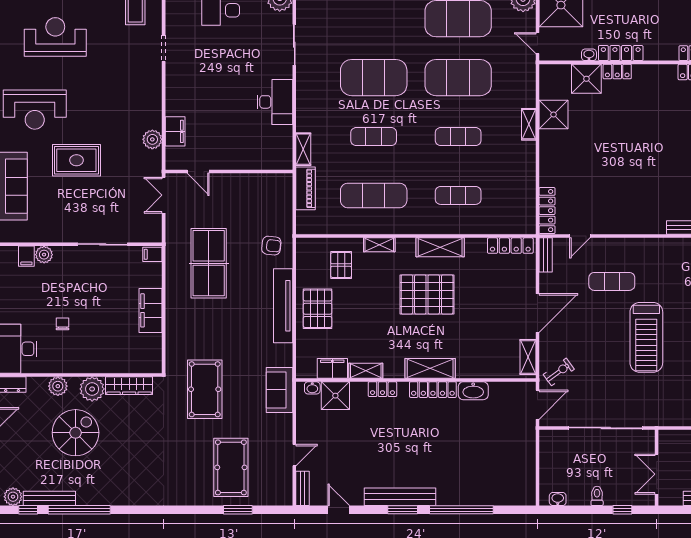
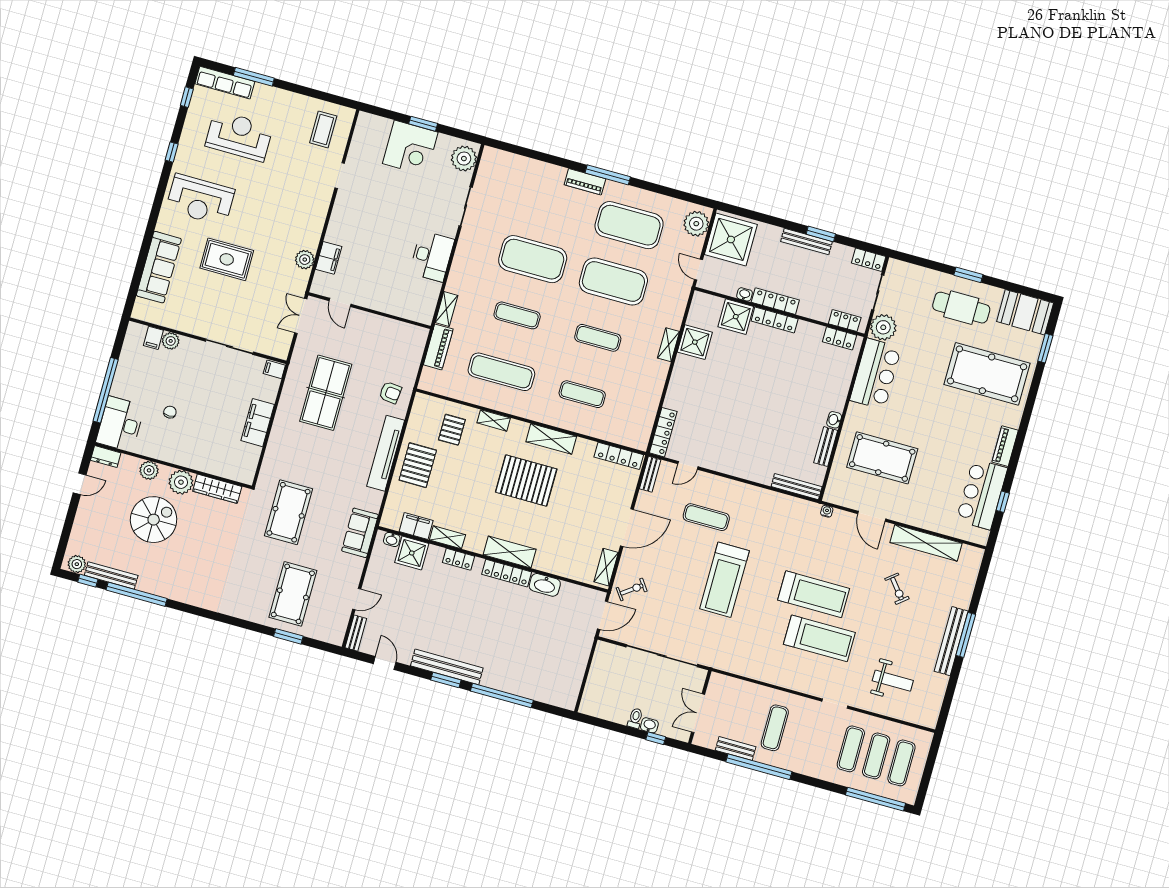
locker: (617, 71) -> (775, 320), width x1.53
washbasin: (558, 499) -> (649, 725), moved

